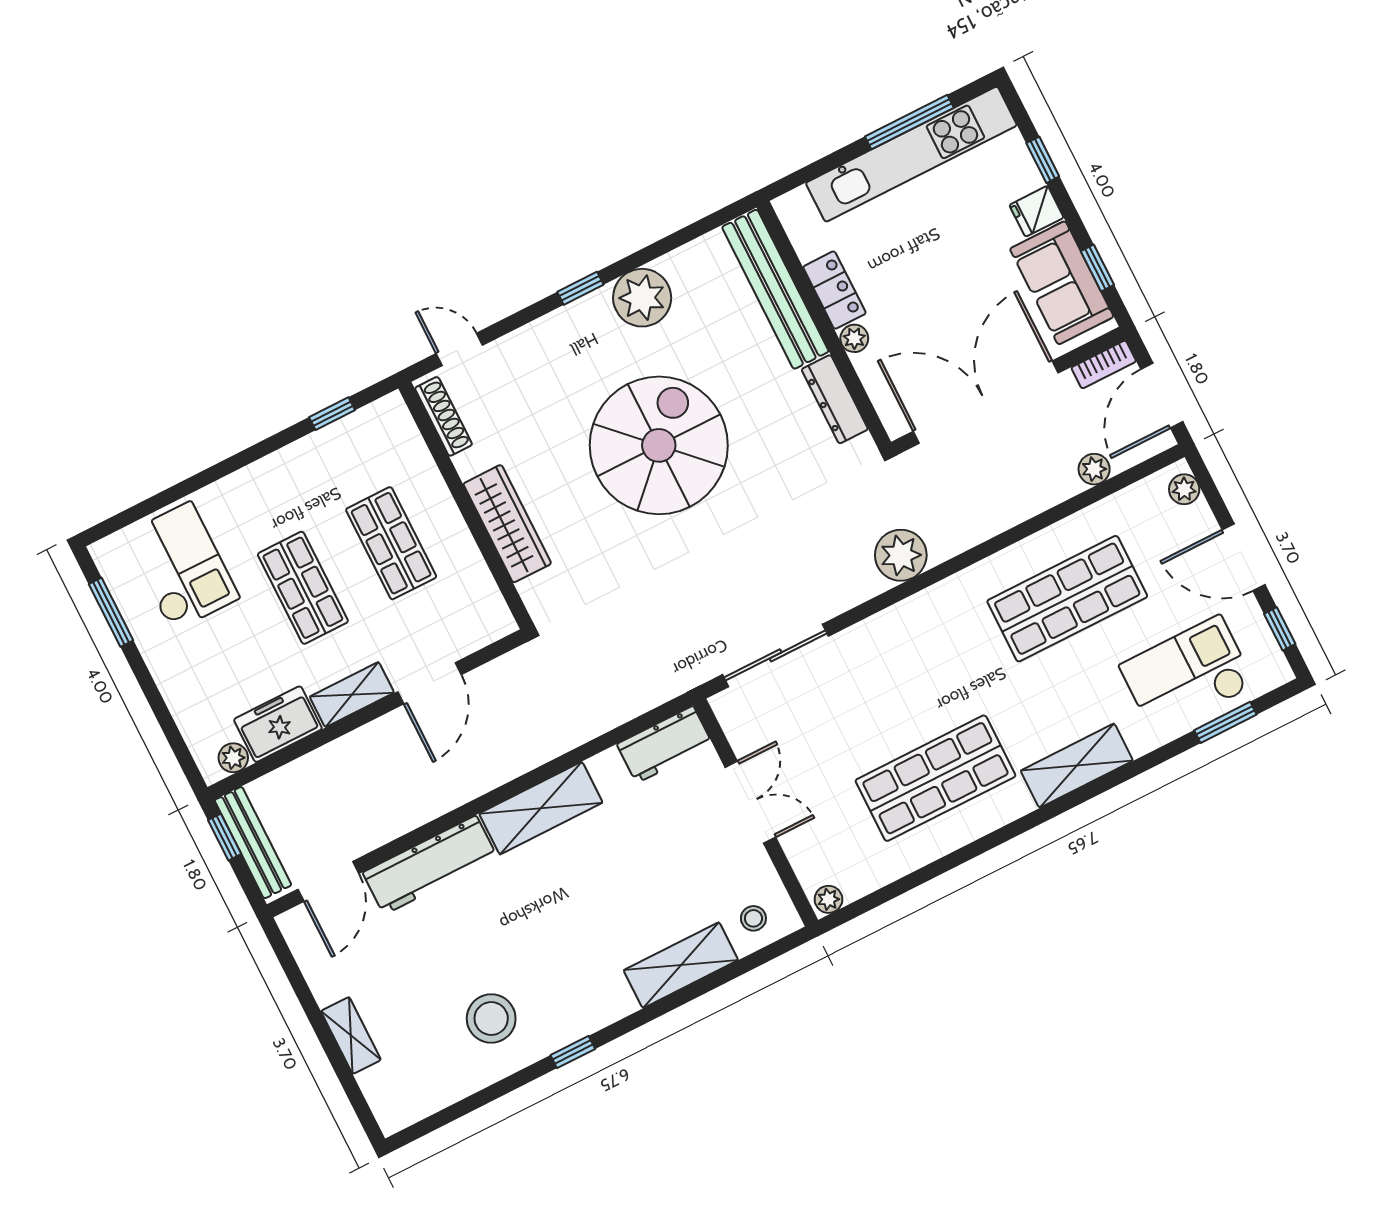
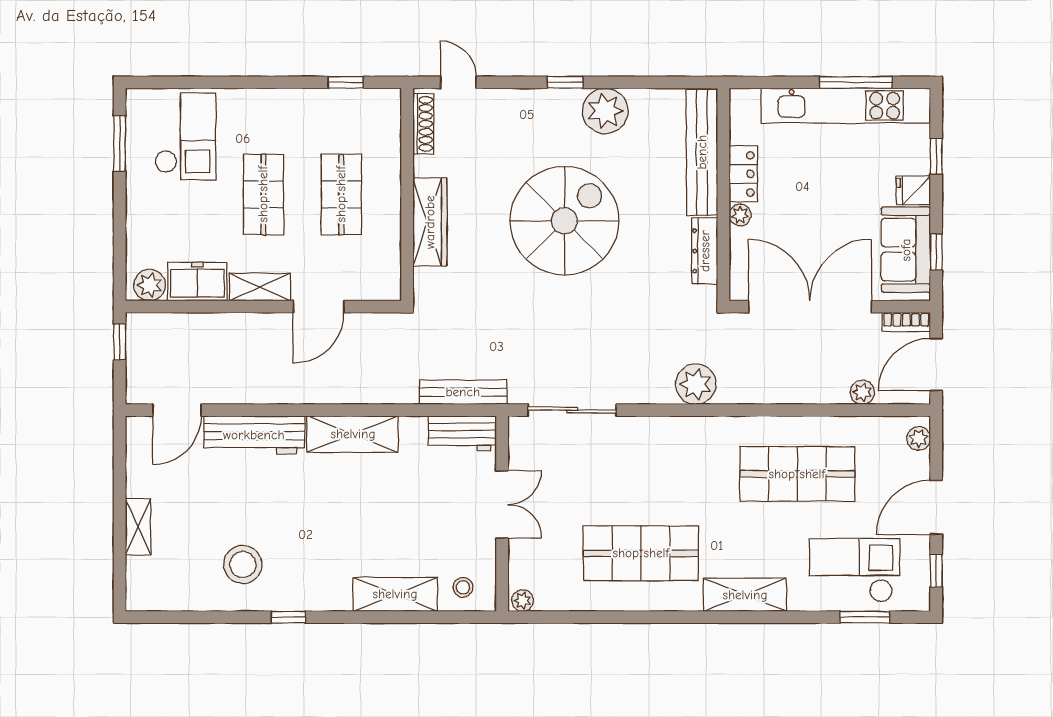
door: (1244, 557) -> (936, 507), hinge flipped
plant: (233, 758) -> (150, 285), width x1.38, depth x1.38
bench: (253, 843) -> (463, 392), moved, turned 90

